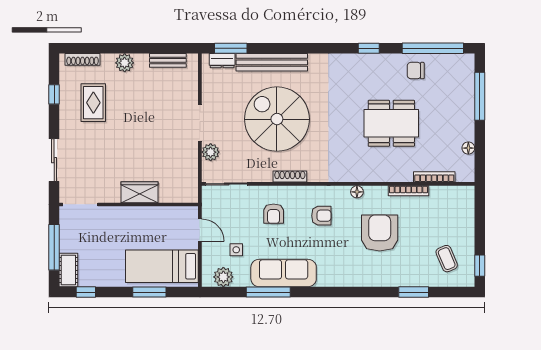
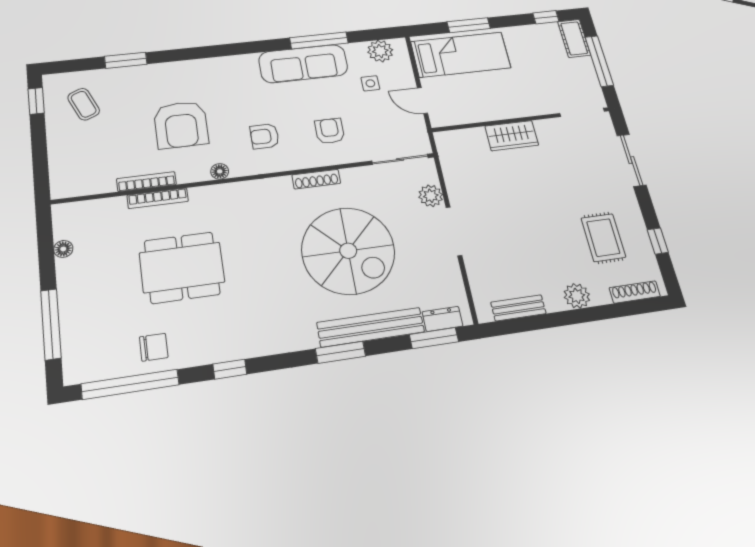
window: (295, 48) -> (340, 352), added
bookcase: (434, 177) -> (158, 198), moved

